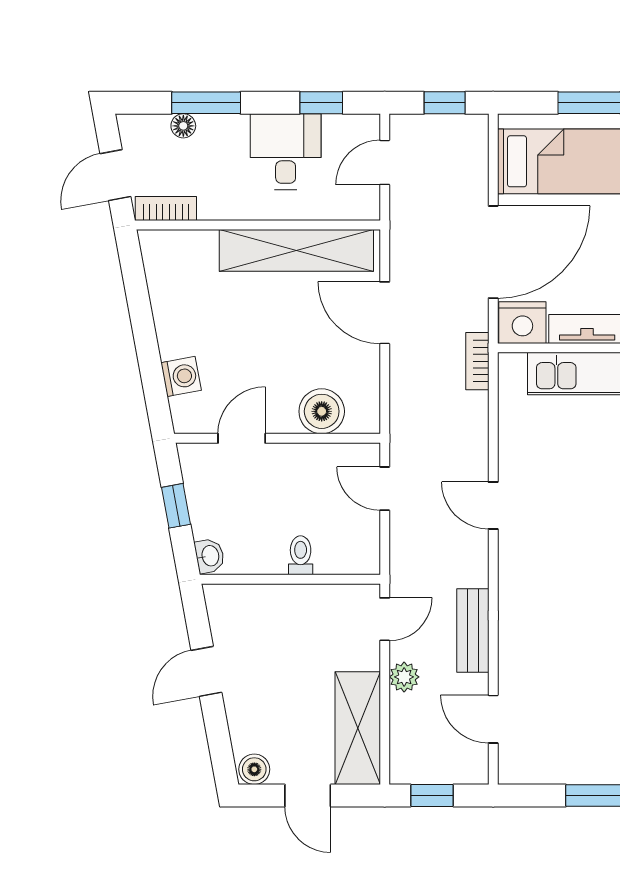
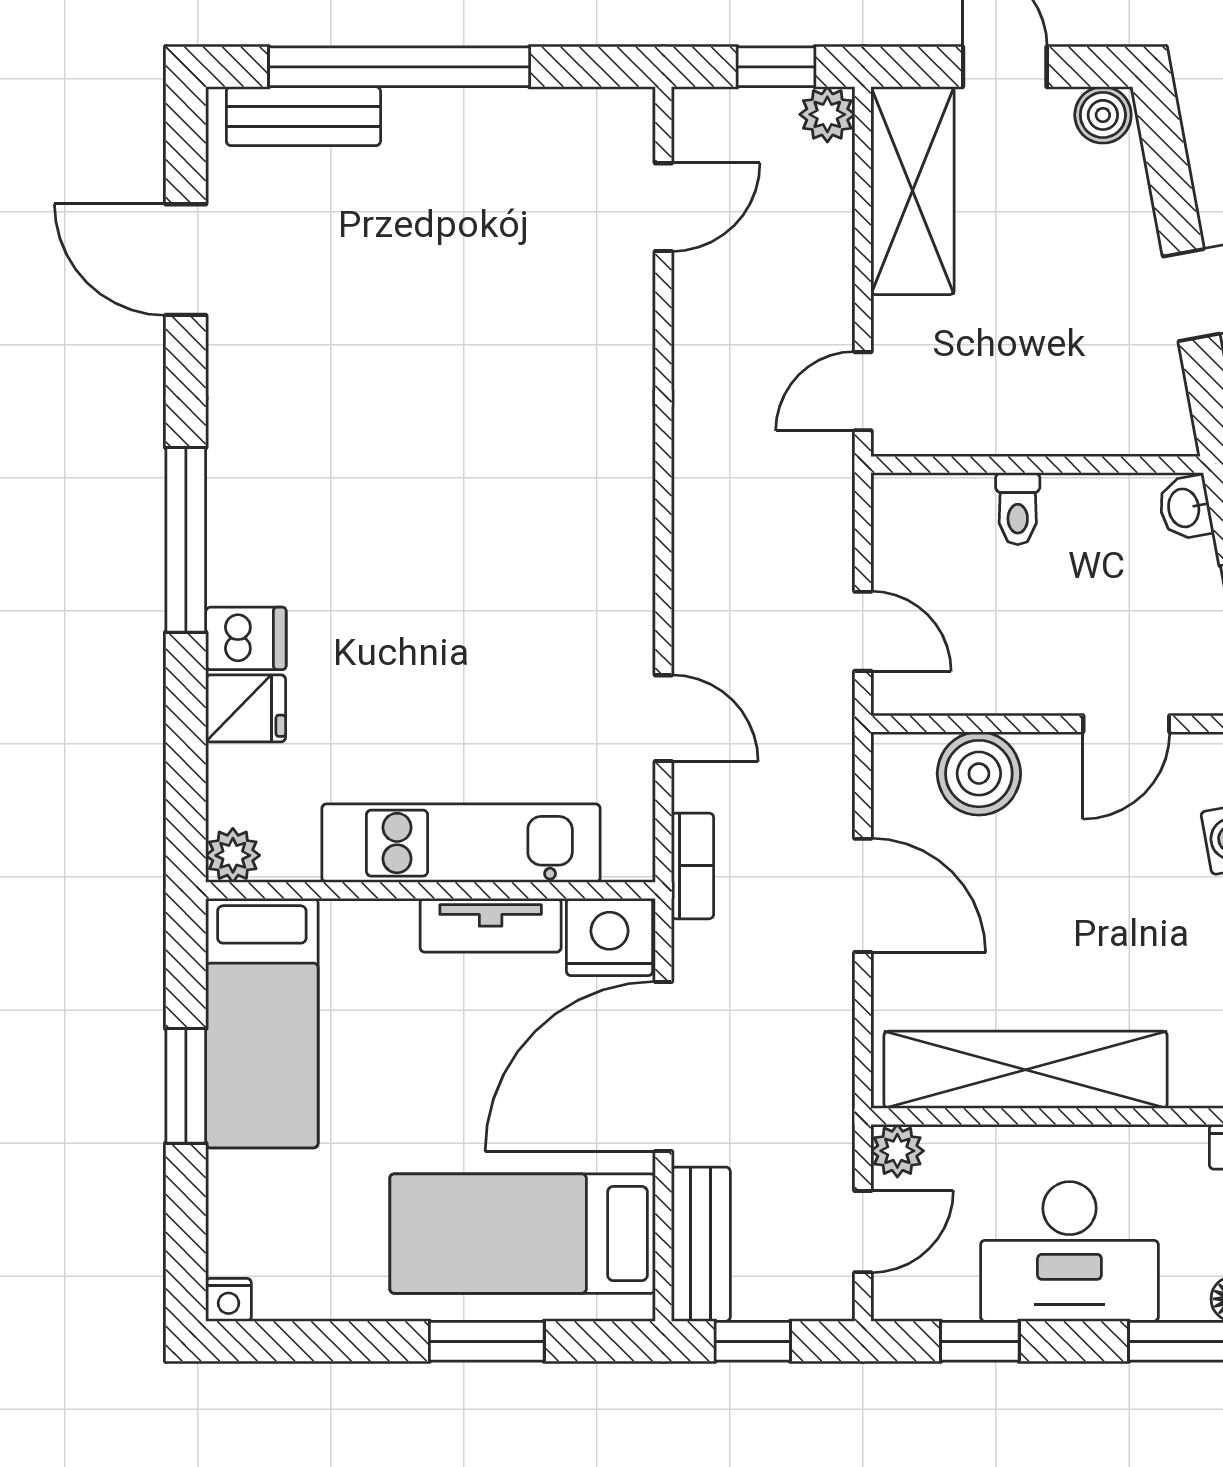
desk: (286, 152) -> (1069, 1251), width x1.37
plant: (366, 206) -> (897, 1151), added
door: (385, 313) -> (863, 895), moved
door: (493, 506) -> (663, 718), moved
bench: (473, 631) -> (701, 1244), moved
plant: (404, 677) -> (827, 114), moved
door: (493, 719) -> (663, 207), hinge flipped

